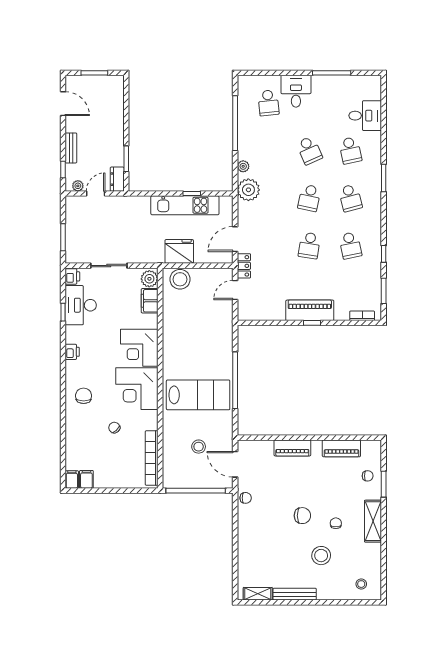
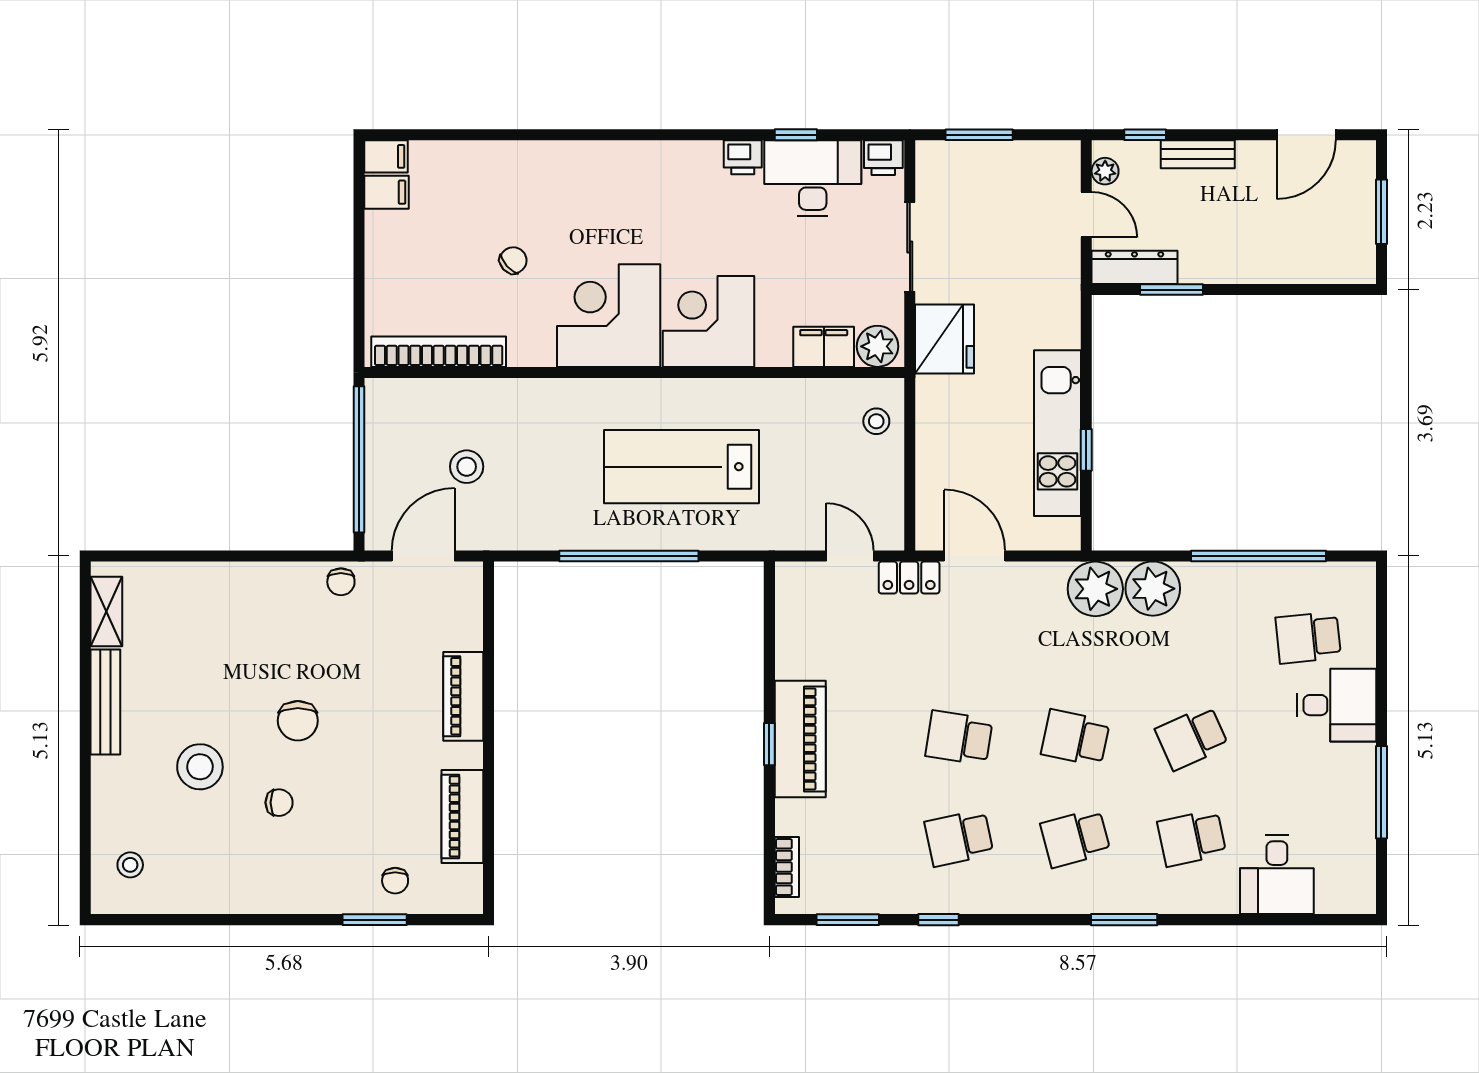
plant: (243, 166) -> (1153, 589), width x1.87, depth x1.87
dresser: (117, 179) -> (1134, 267), width x1.44
fridge: (179, 251) -> (944, 339), moved
stool: (180, 279) -> (876, 421), width x0.53, depth x0.53
printer: (72, 352) -> (743, 157), moved
lab bench: (198, 395) -> (682, 467), moved, turned 90
chair: (84, 396) -> (591, 185), removed
shelving: (373, 521) -> (284, 894), removed

